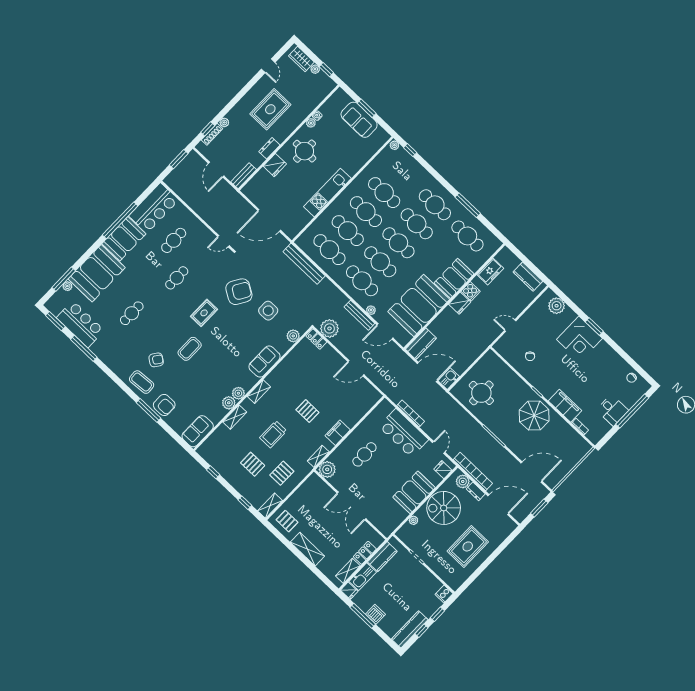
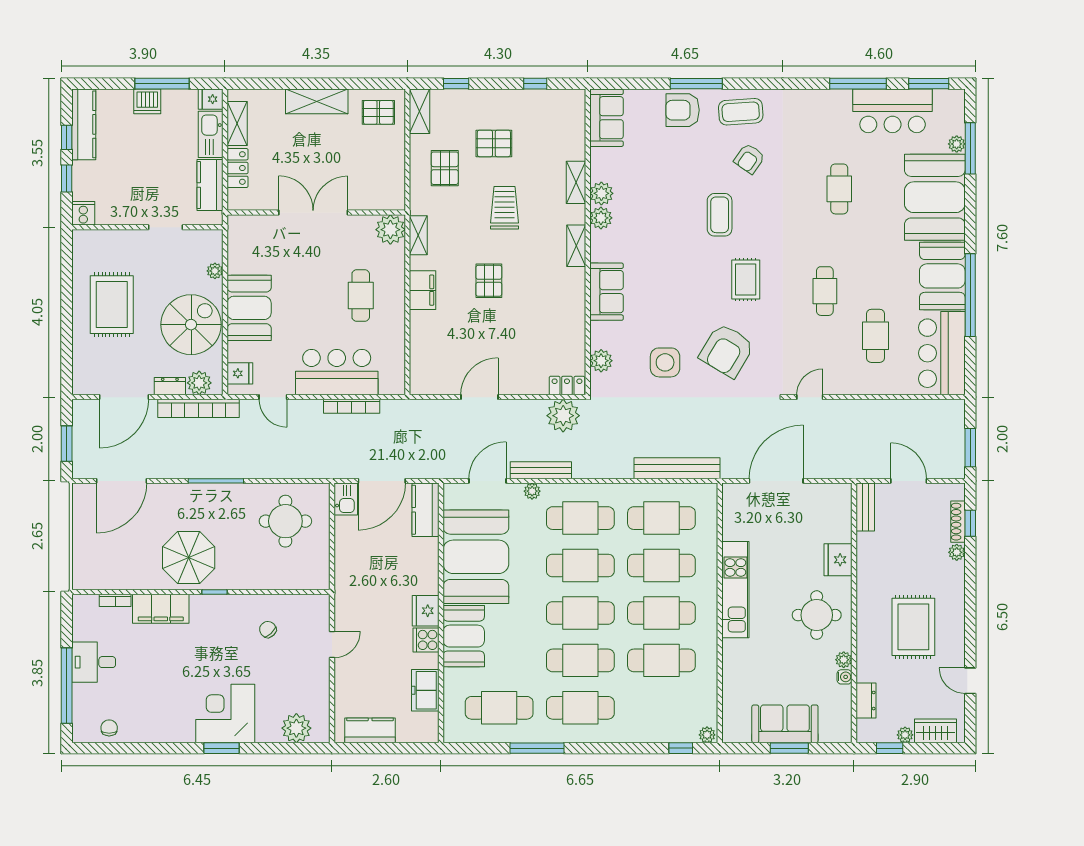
dresser: (269, 148) -> (866, 701), moved
pallet: (307, 411) -> (489, 281), turned 90

